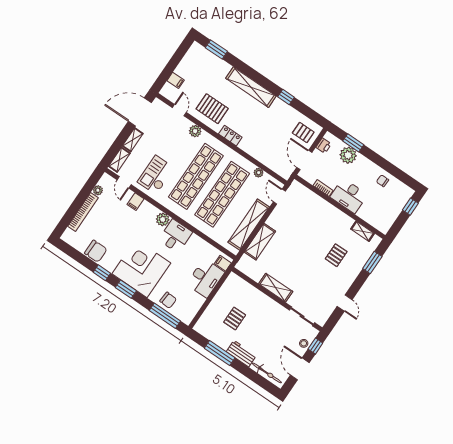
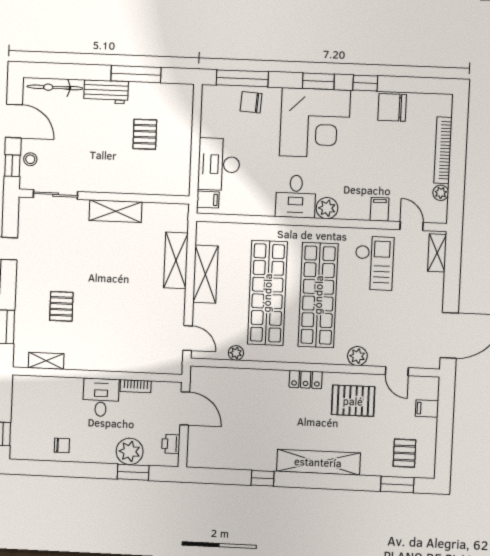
pallet: (303, 133) -> (404, 453), moved, turned 90
shelving: (133, 140) -> (436, 291), removed
desk: (349, 196) -> (101, 397), width x0.73
shelving: (249, 225) -> (205, 274), width x0.68

